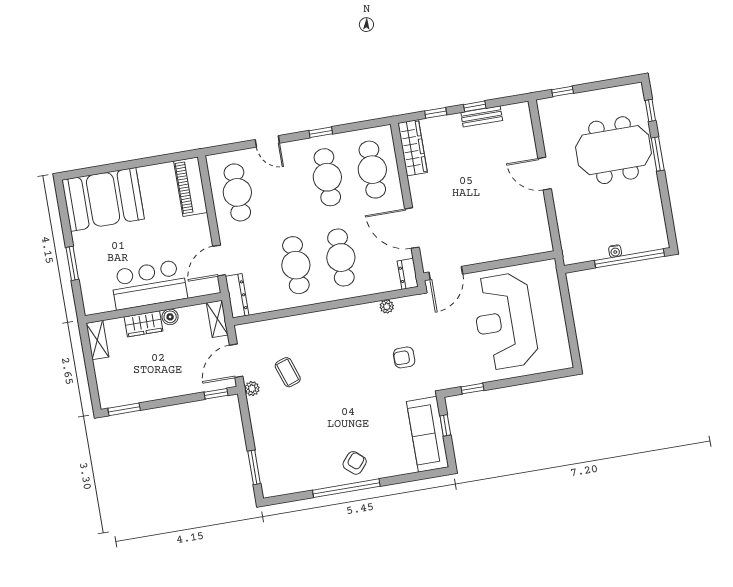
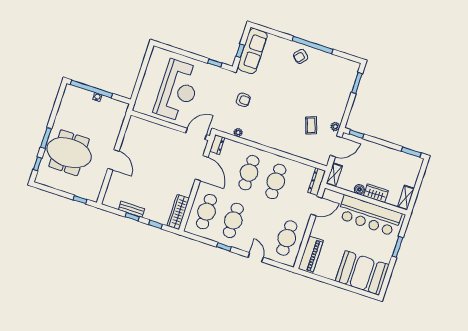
bar counter: (149, 285) -> (370, 216), width x1.36

